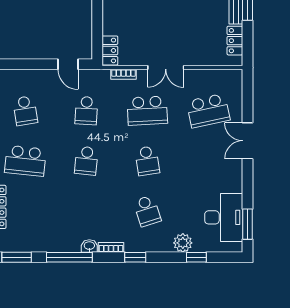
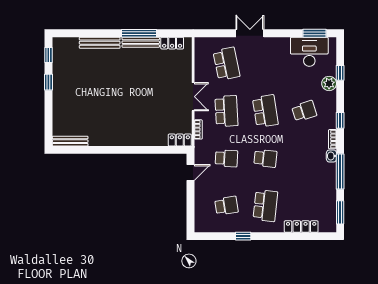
double door: (248, 141) -> (250, 33), swing flipped
school desk: (147, 161) -> (265, 111), width x1.85

